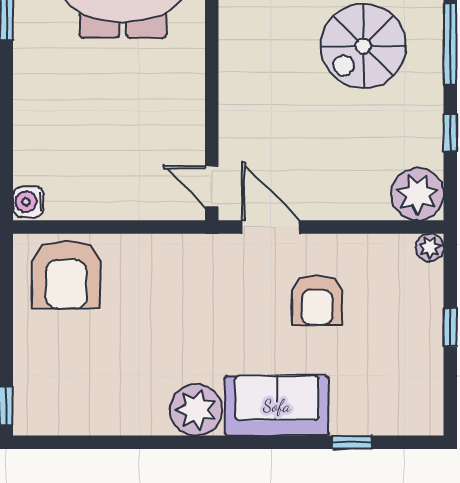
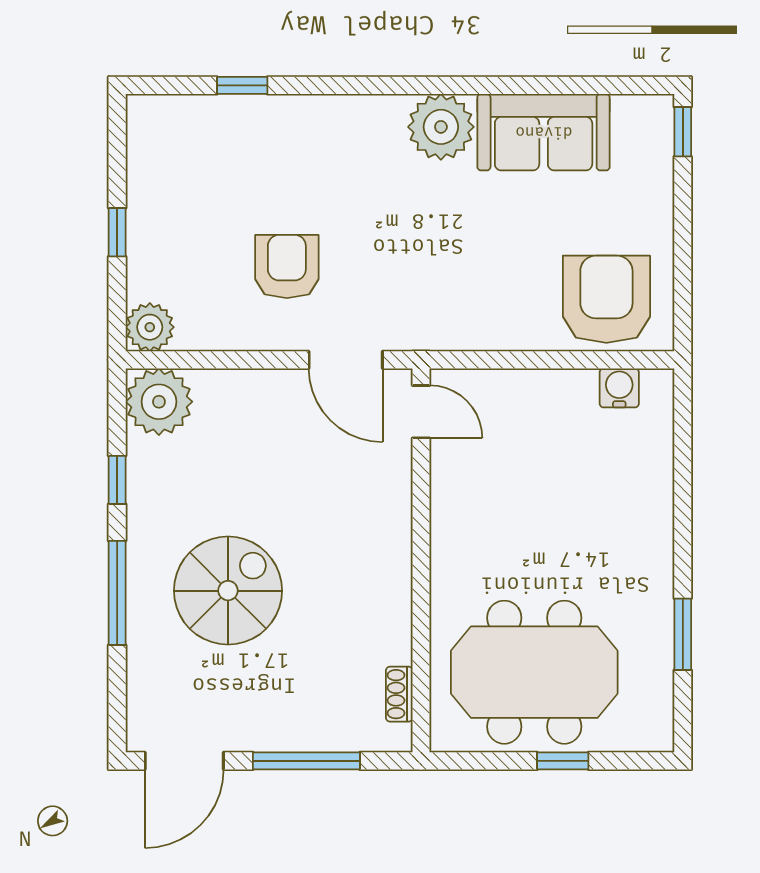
water cooler: (28, 202) -> (619, 388), moved, turned -90
plant: (430, 247) -> (150, 327), width x1.38, depth x1.38
sofa: (277, 406) -> (544, 132), moved

